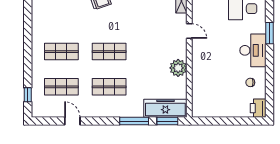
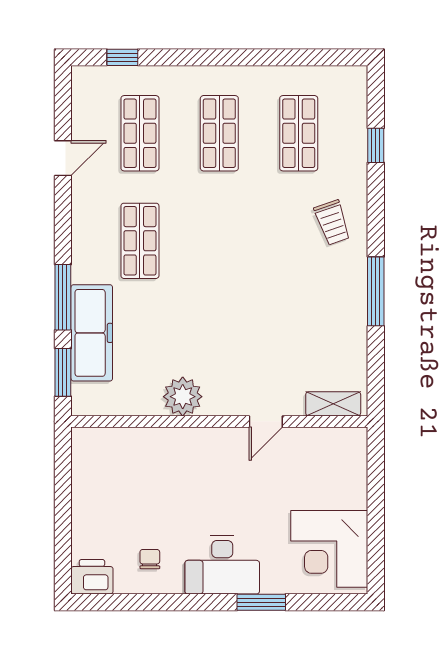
shop shelf: (109, 52) -> (299, 133), moved
freezer: (165, 108) -> (92, 333), moved

